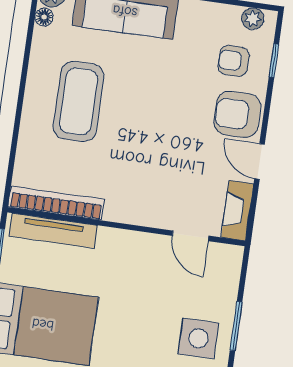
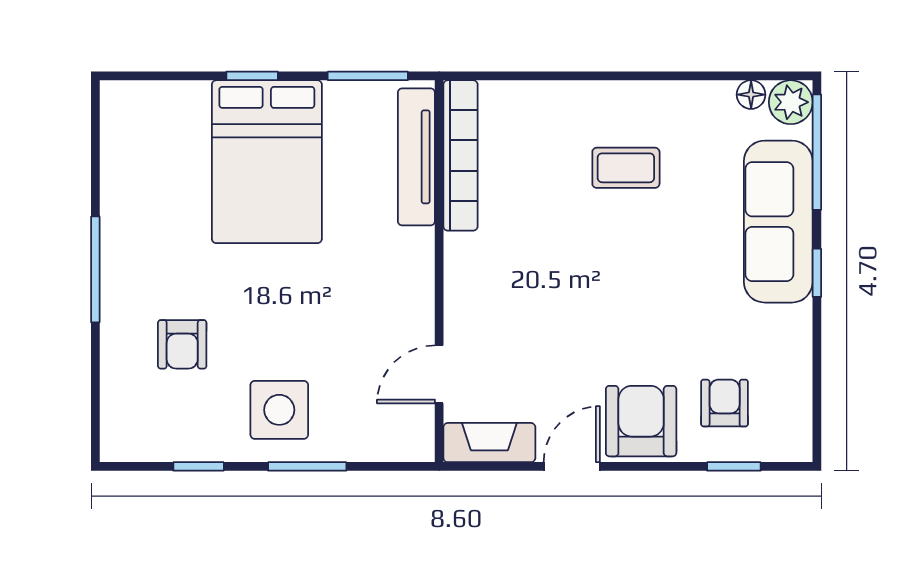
plant: (253, 19) -> (795, 424), removed
coffee table: (79, 101) -> (626, 168), width x0.54, depth x0.58

